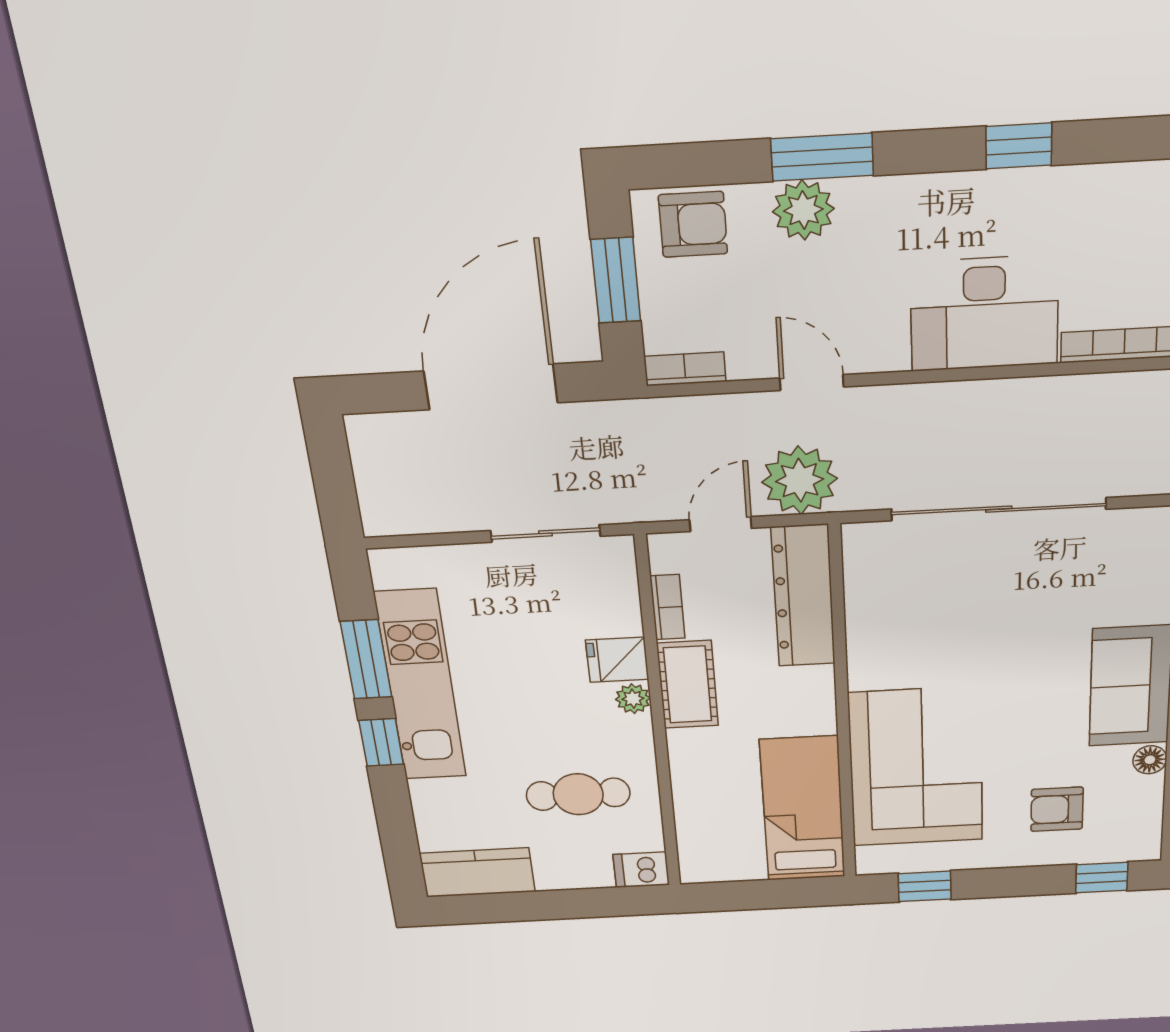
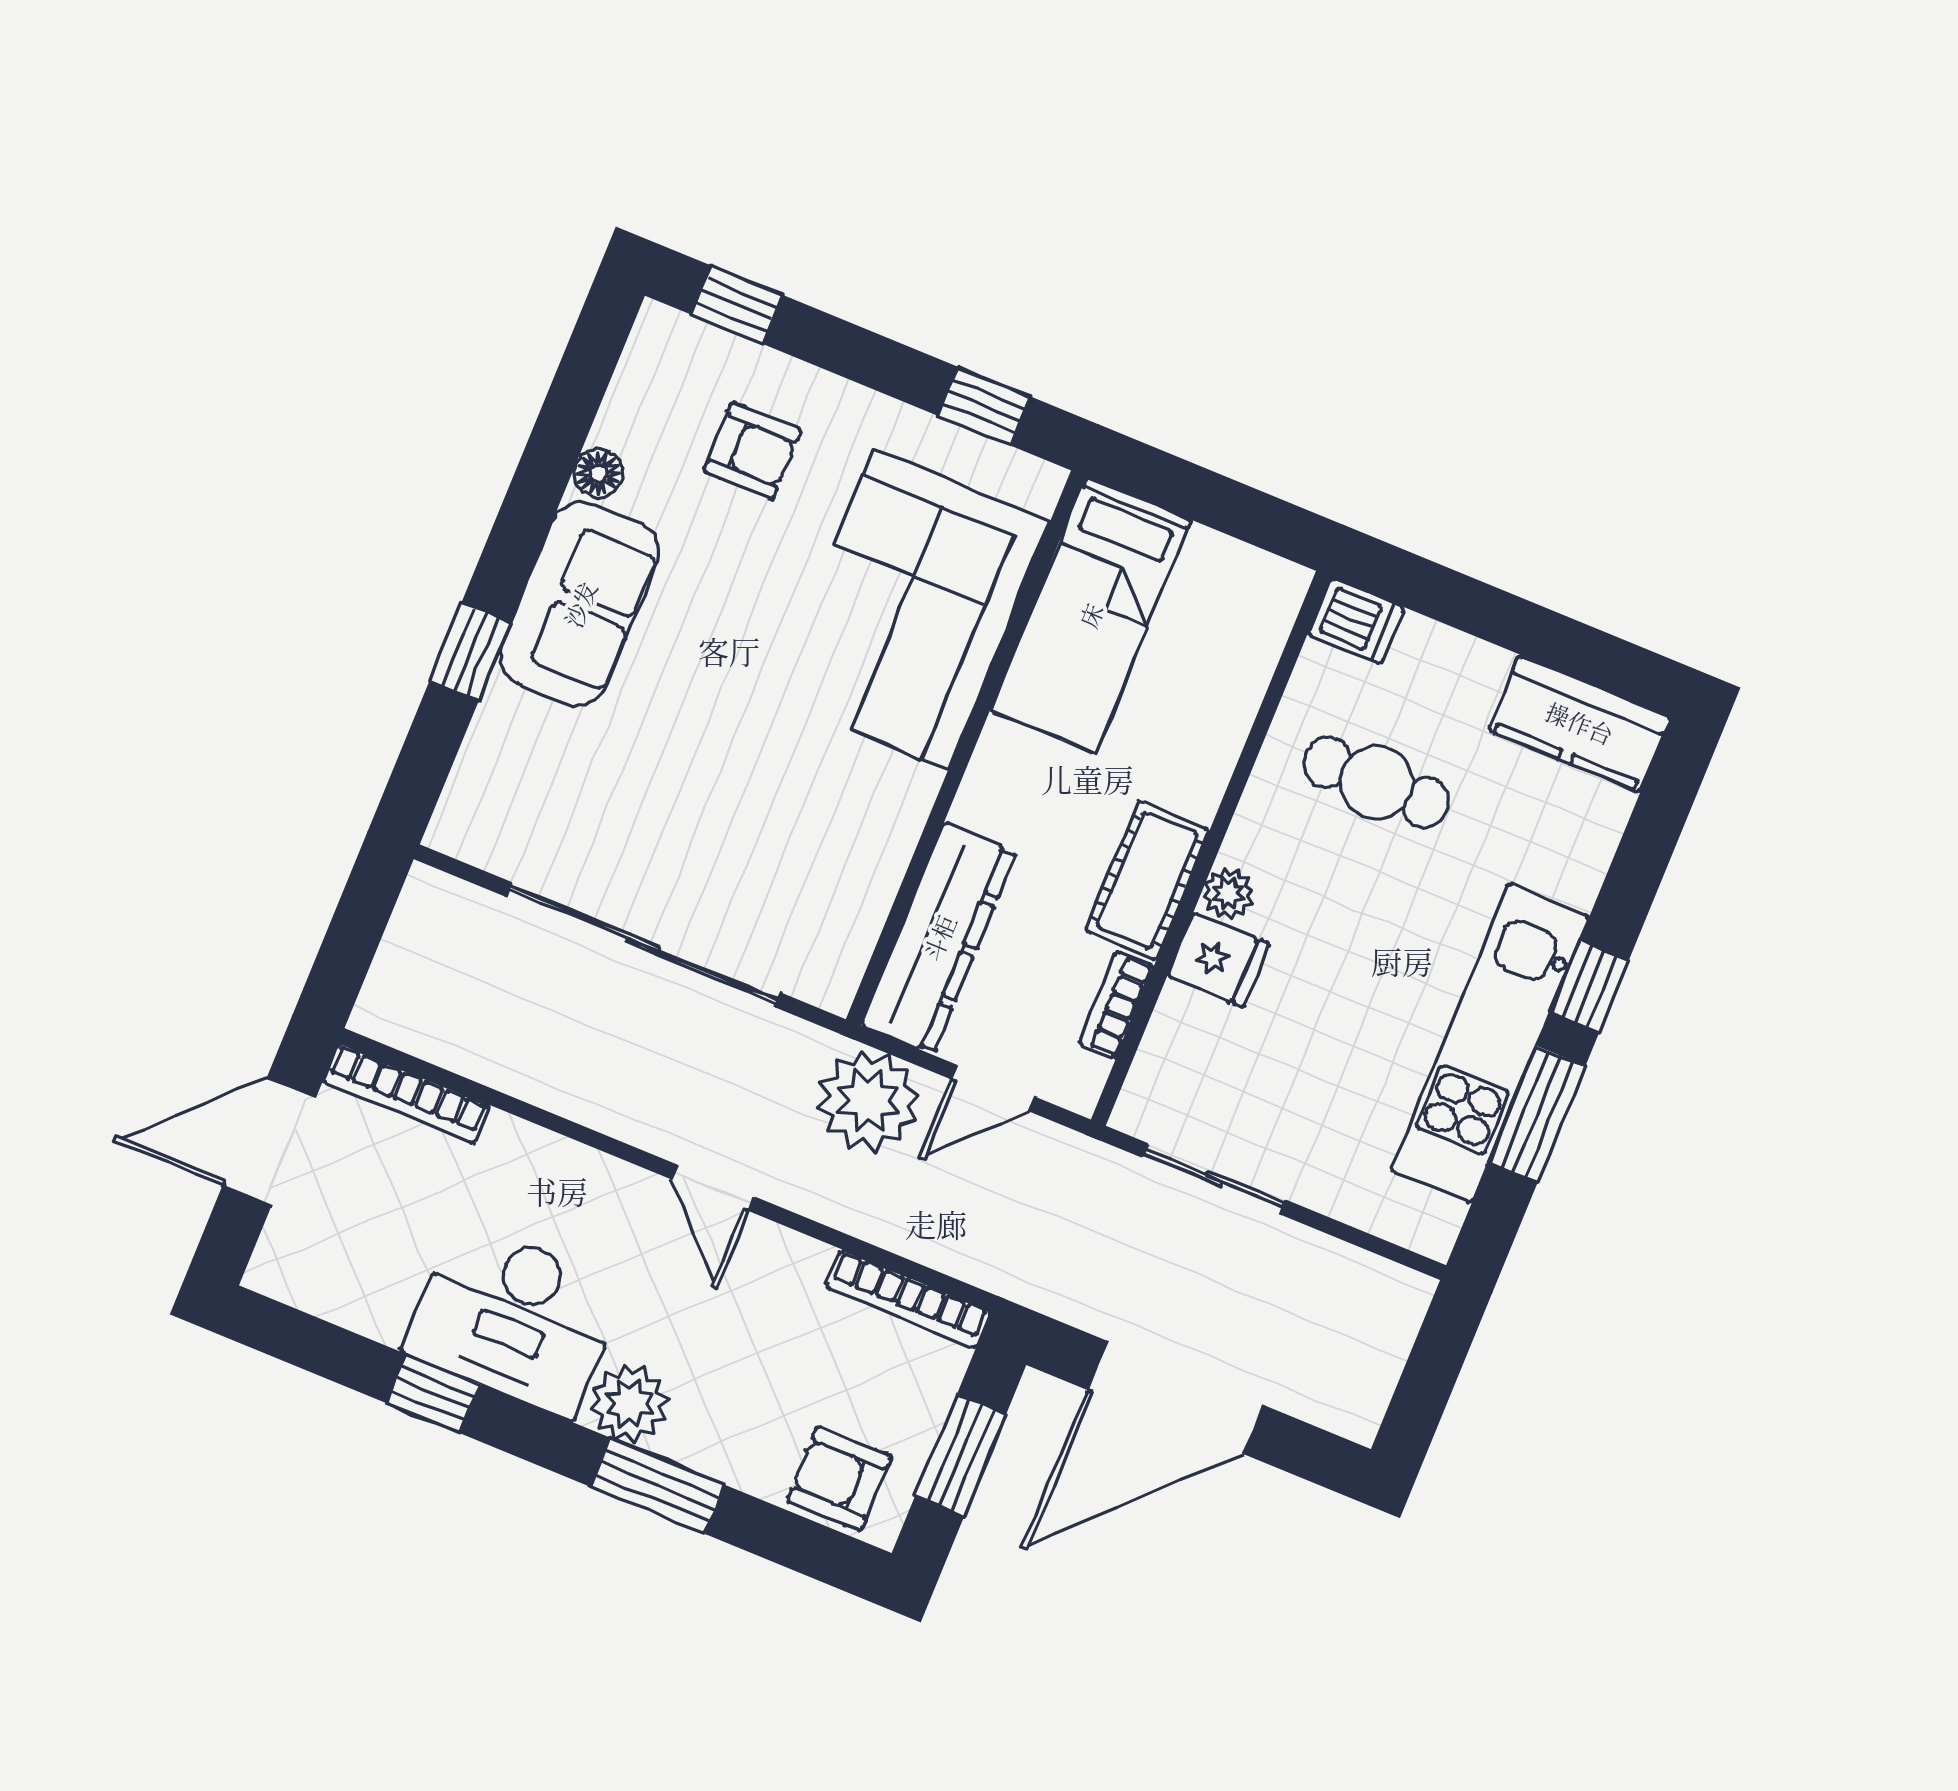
plant: (803, 210) -> (629, 1403), moved
desk: (984, 313) -> (515, 1319), moved, turned 180
bookcase: (685, 369) -> (908, 1299), width x1.56
door: (812, 382) -> (713, 1188), moved

